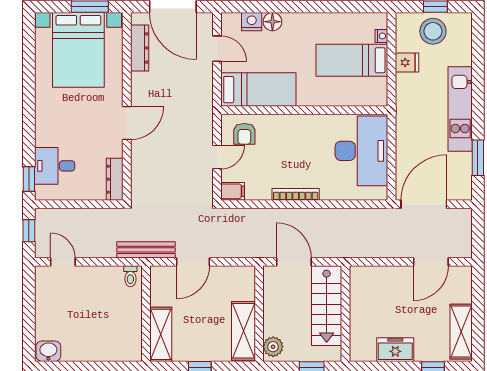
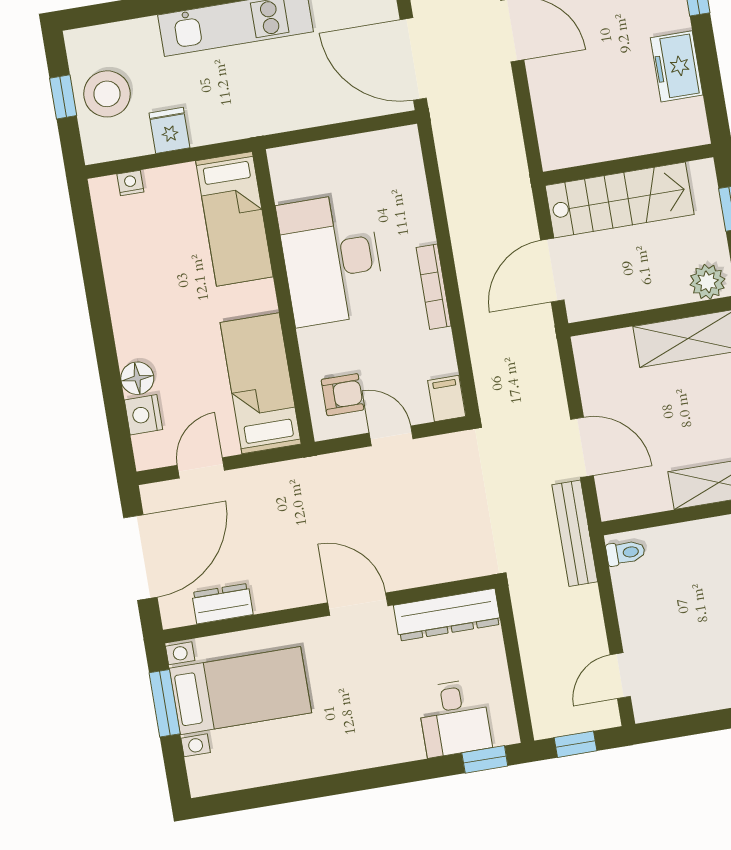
dresser: (140, 48) -> (222, 604), width x0.70
bed with nightstands: (78, 50) -> (240, 691), width x0.73
bed: (352, 60) -> (234, 219), moved
desk: (361, 151) -> (331, 259), moved, turned -90
dresser: (115, 179) -> (447, 615), width x1.37, depth x1.24

